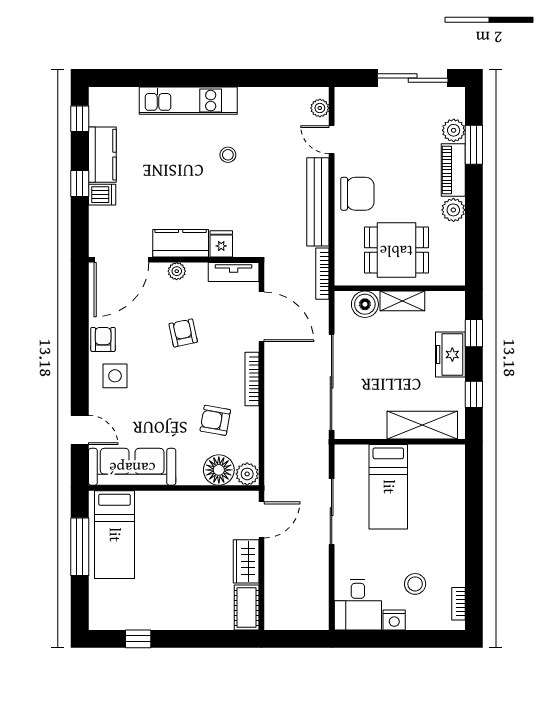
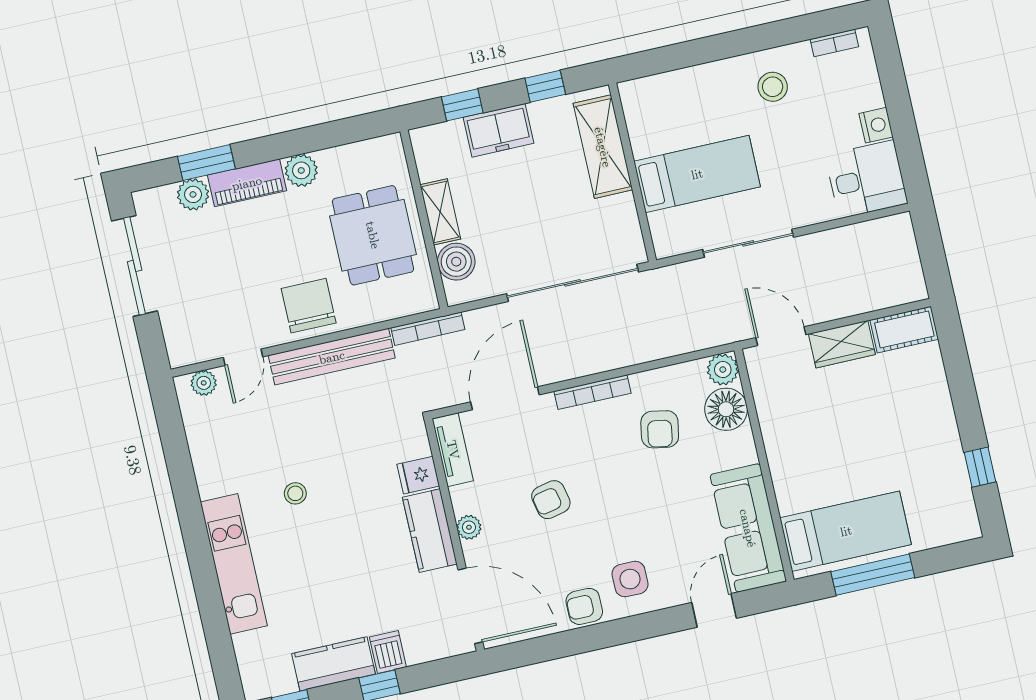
stool: (415, 584) -> (773, 87), moved

